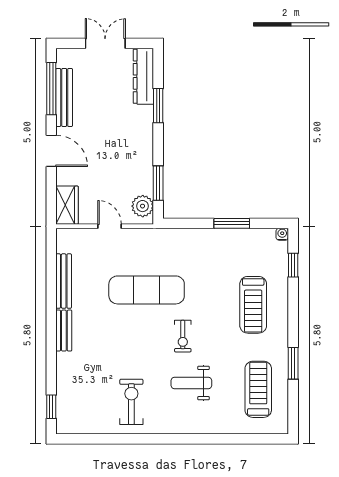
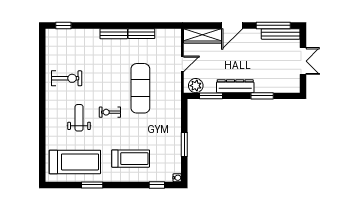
dresser: (143, 76) -> (235, 86), moved
bench: (64, 97) -> (281, 34), moved
wardrobe: (67, 205) -> (203, 36), width x1.50
bench: (64, 281) -> (141, 34), width x0.73
treadmill: (253, 305) -> (131, 159), turned 180
treadmill: (258, 389) -> (75, 162), width x1.37, depth x1.37

